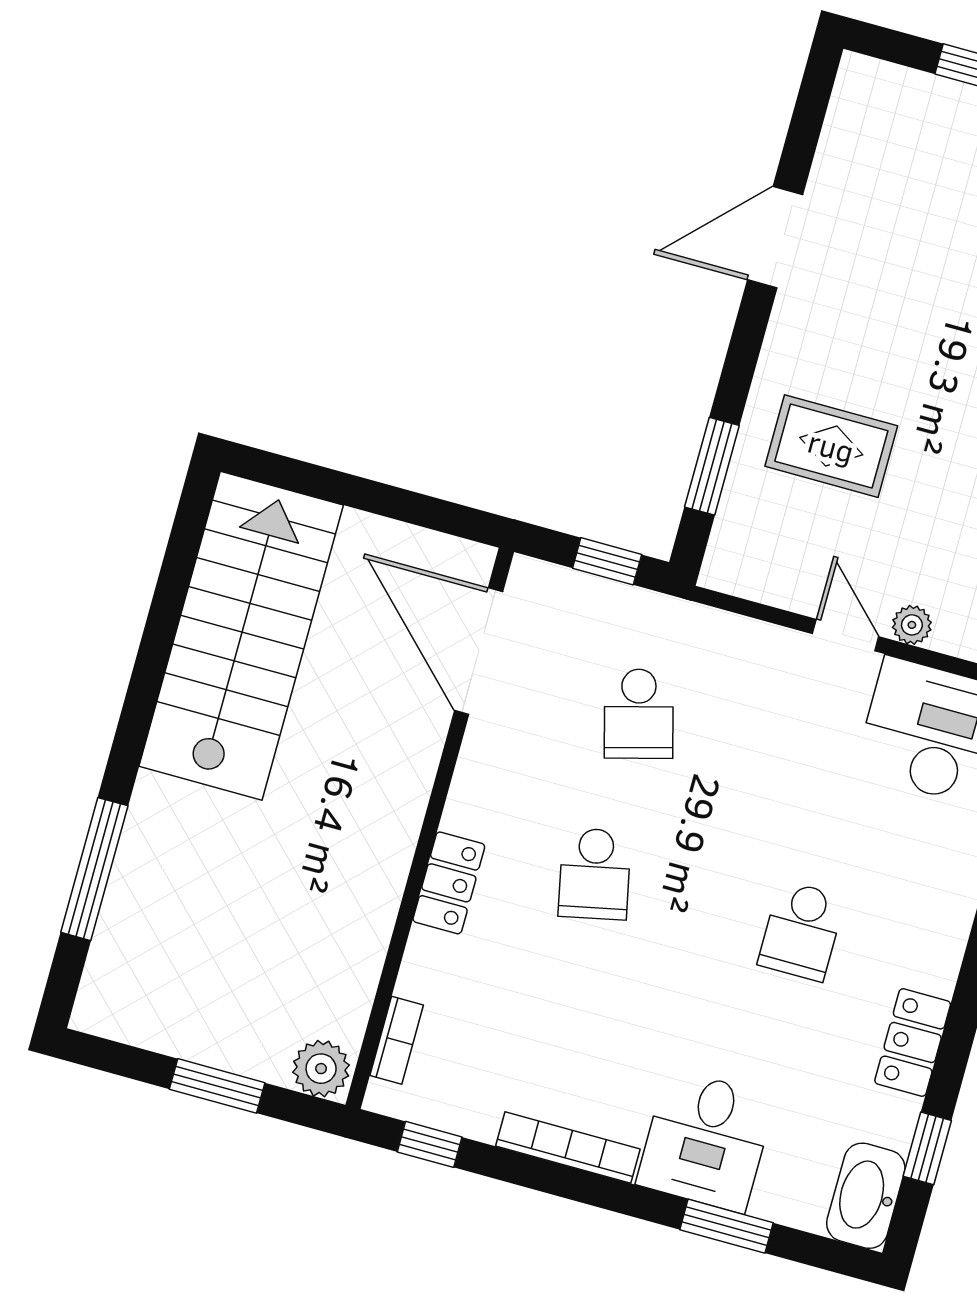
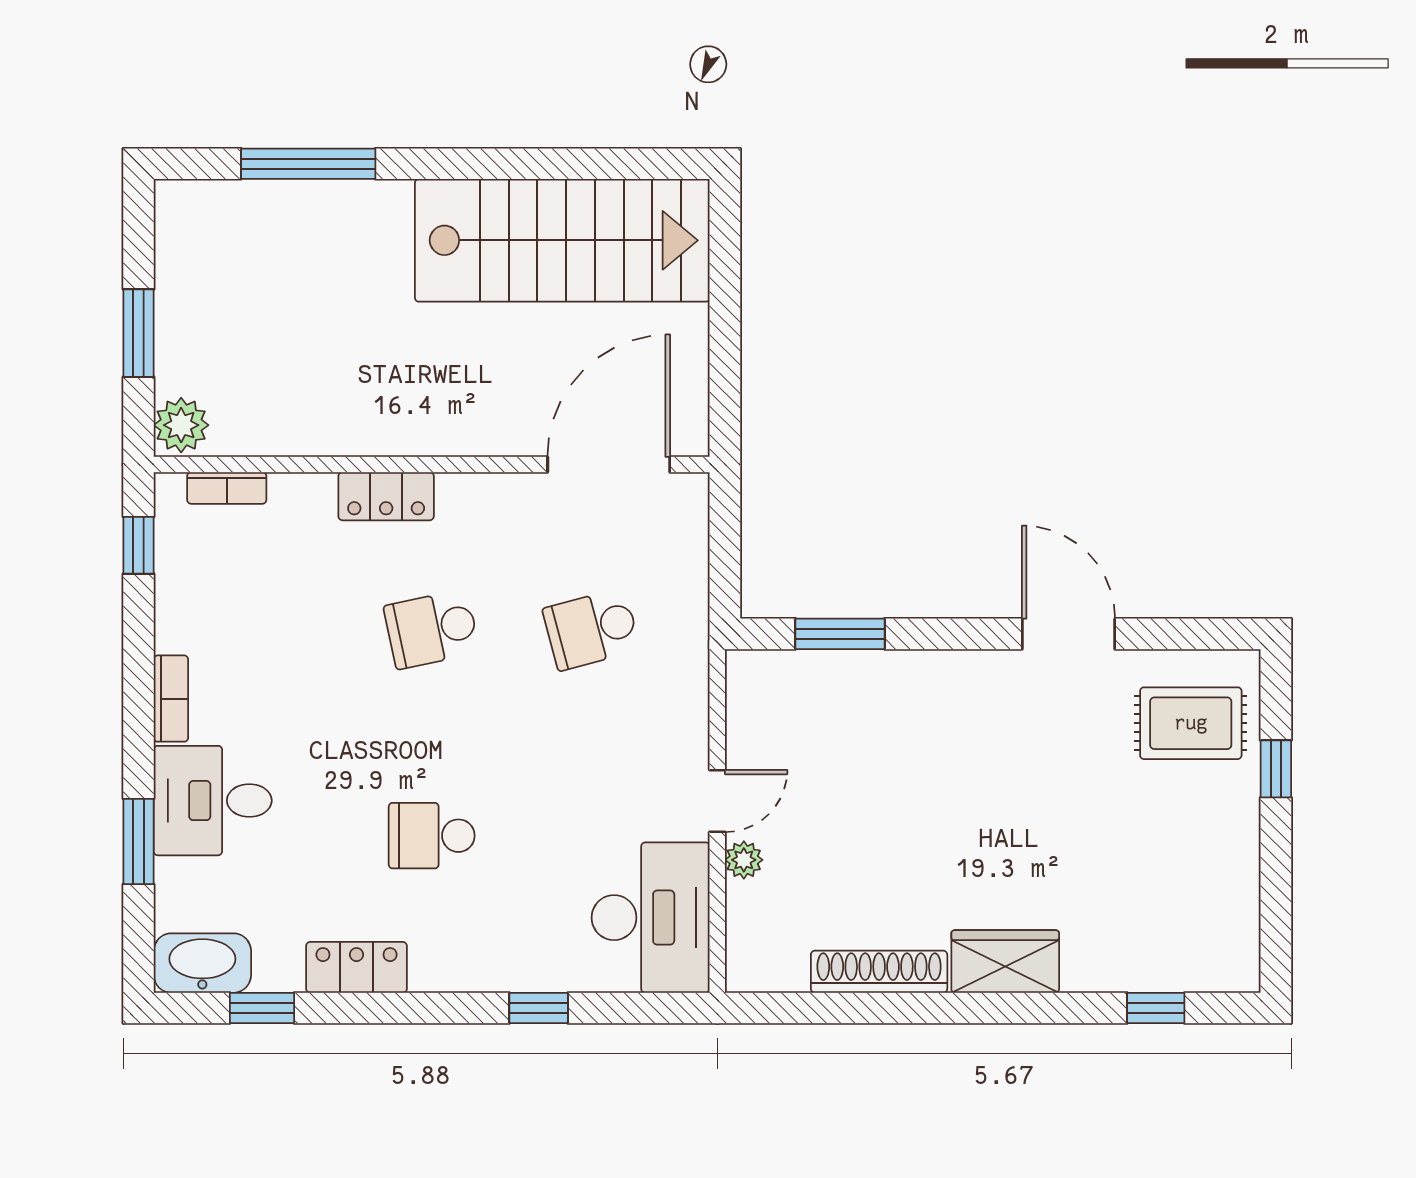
rug: (831, 446) -> (1191, 723), moved, turned 90
window: (607, 561) -> (725, 561), removed
bookcase: (568, 1148) -> (171, 699), width x0.64

